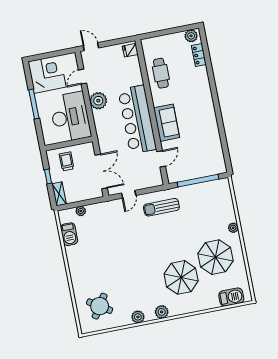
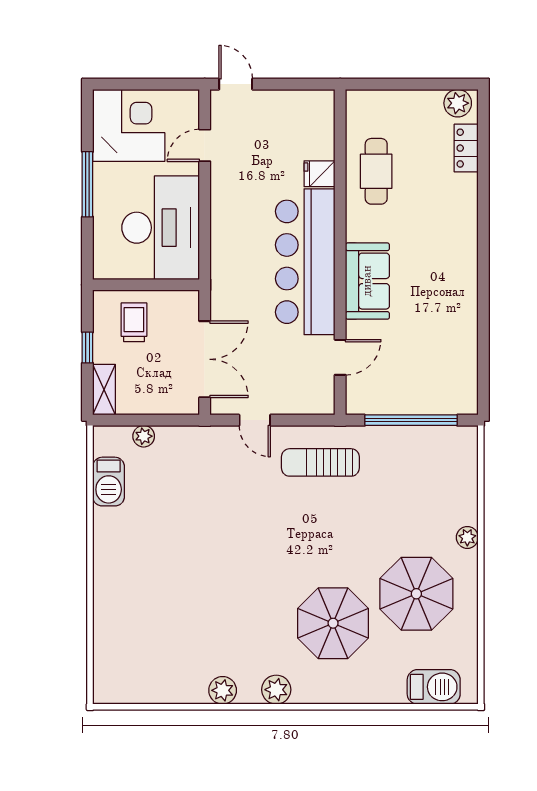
fridge: (130, 50) -> (320, 174), moved
plant: (98, 101) -> (229, 204), removed
door: (129, 194) -> (255, 420), hinge flipped
round table: (100, 306) -> (144, 651), removed

